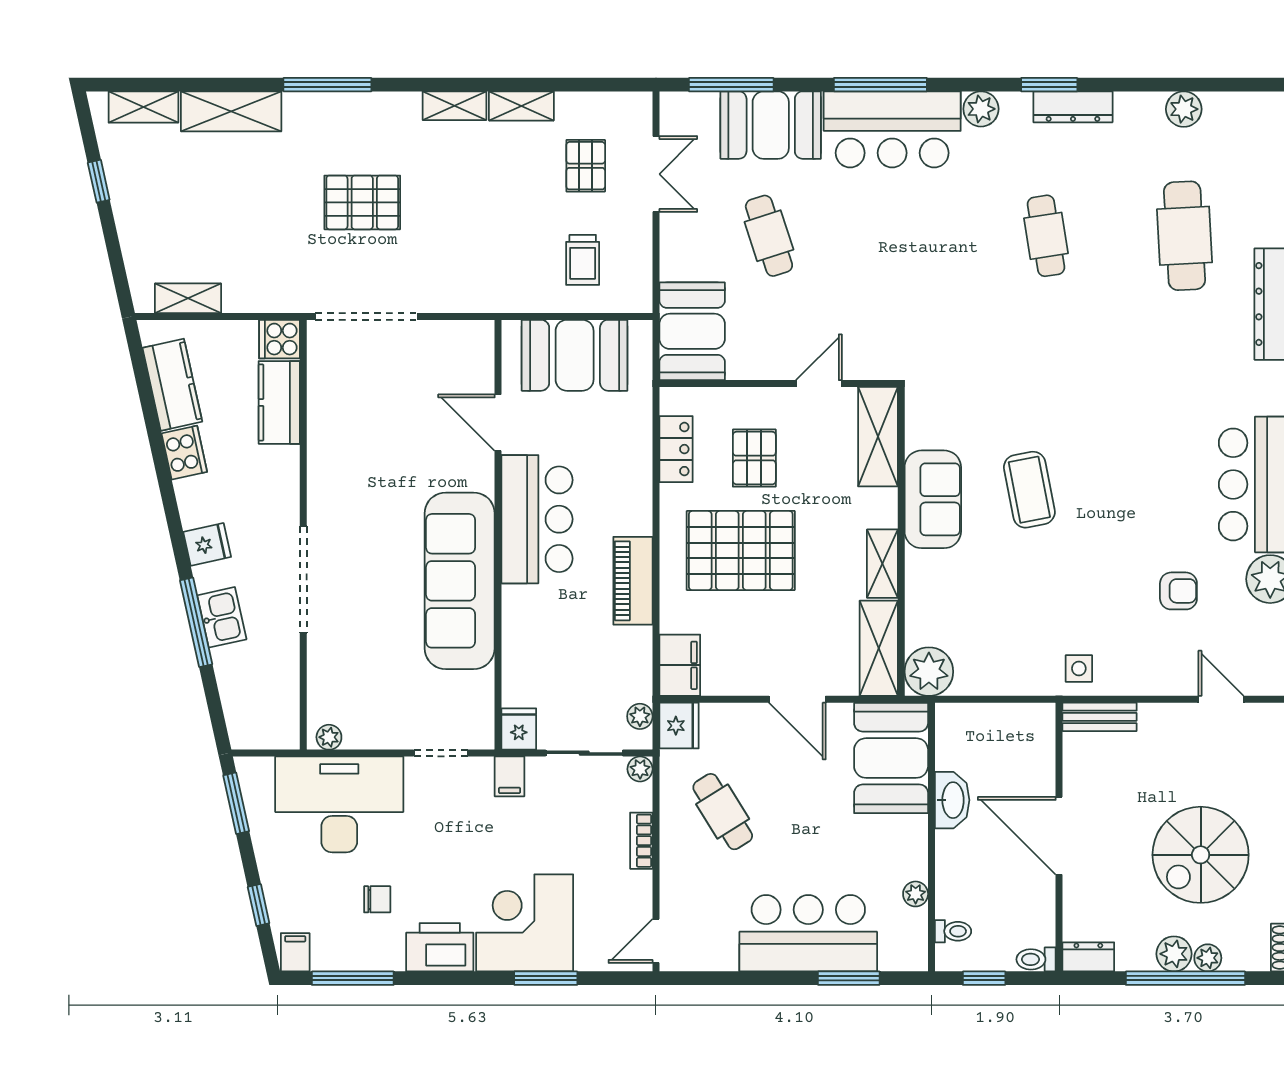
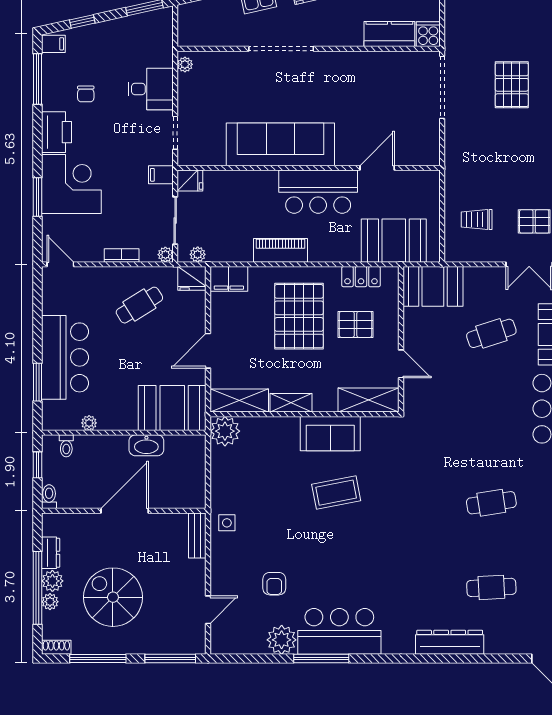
cafe table: (1185, 236) -> (491, 587), width x0.73, depth x0.74
booth: (575, 355) -> (394, 241), moved, turned 90
desk: (339, 804) -> (151, 89), width x0.53, depth x0.77
dresser: (1088, 957) -> (51, 553), moved

